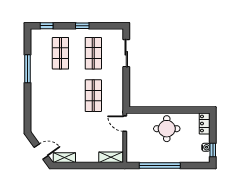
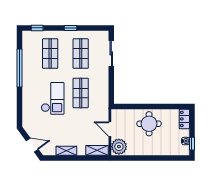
window: (28, 69) -> (19, 68), width x1.46
checkout: (63, 101) -> (53, 98), added
door: (125, 124) -> (110, 129), moved
plant: (134, 153) -> (119, 147), added
shelving: (64, 158) -> (66, 151), moved
window: (160, 165) -> (143, 158), removed

